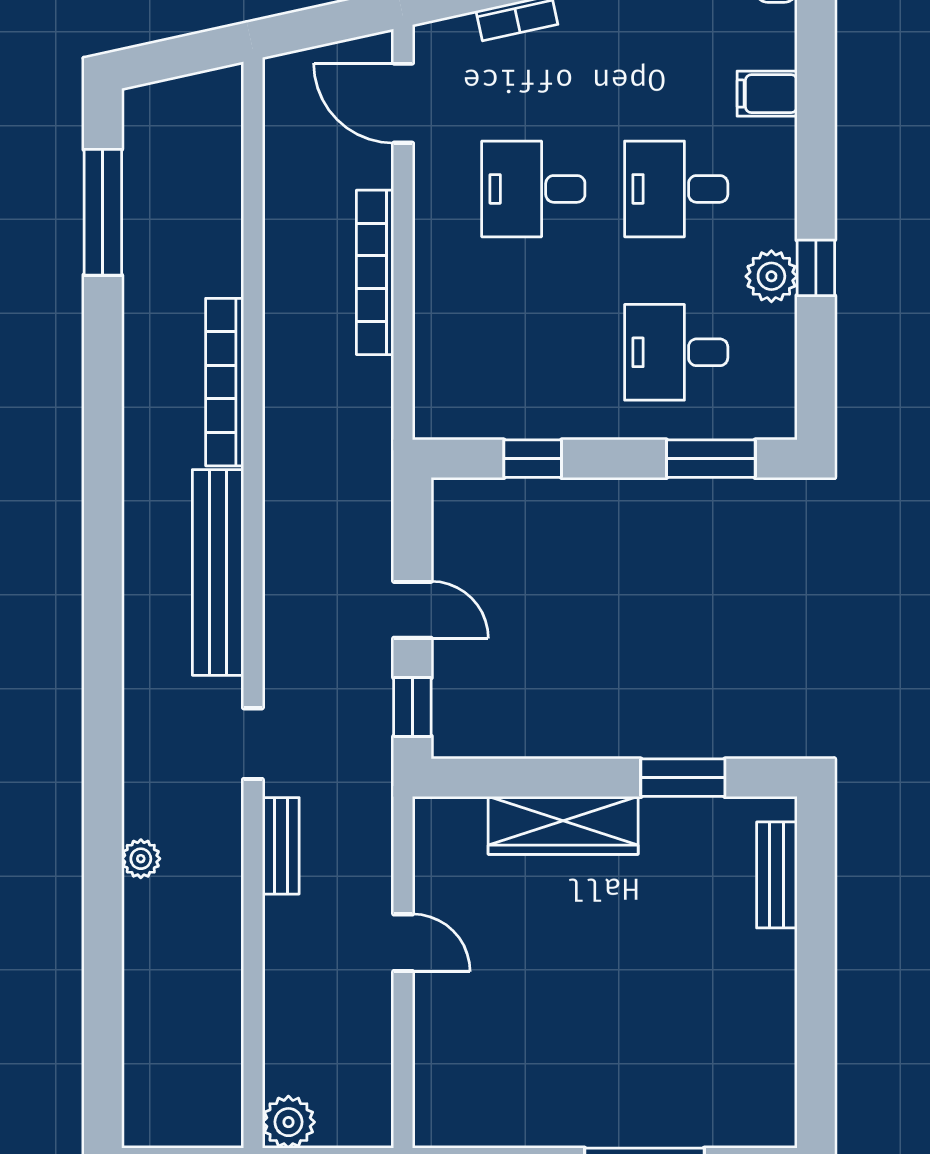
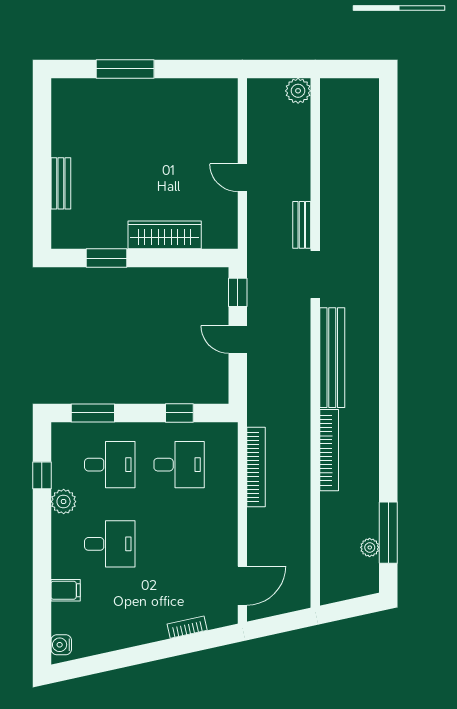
door: (403, 103) -> (242, 586), hinge flipped
desk: (533, 189) -> (179, 465), moved
window: (816, 268) -> (42, 475), moved
bookcase: (375, 272) -> (256, 467), moved
doorway: (253, 744) -> (315, 275), width x1.38
plant: (141, 859) -> (370, 547), moved
bench: (777, 875) -> (61, 183), moved

